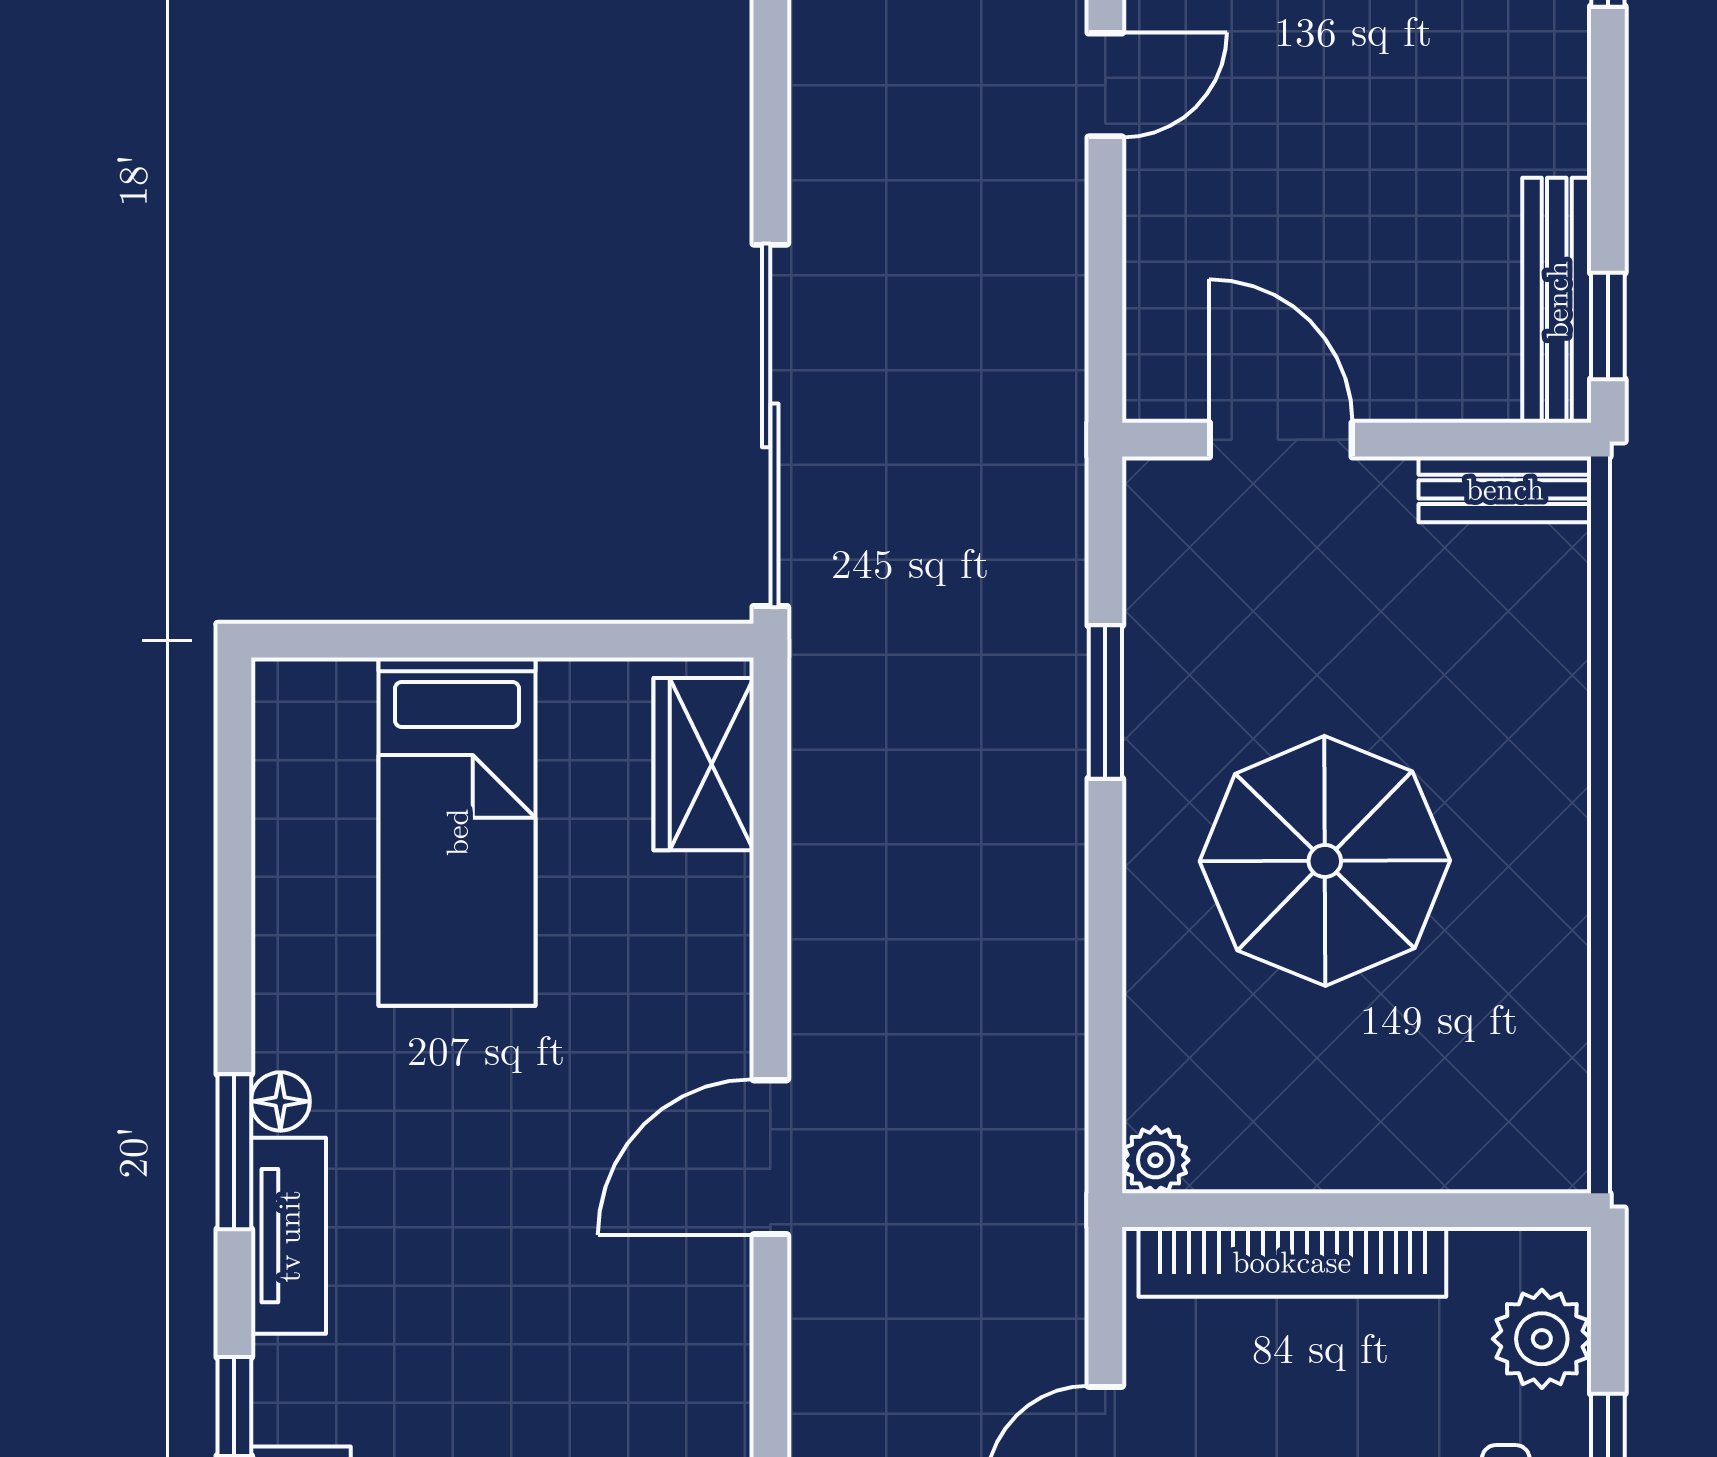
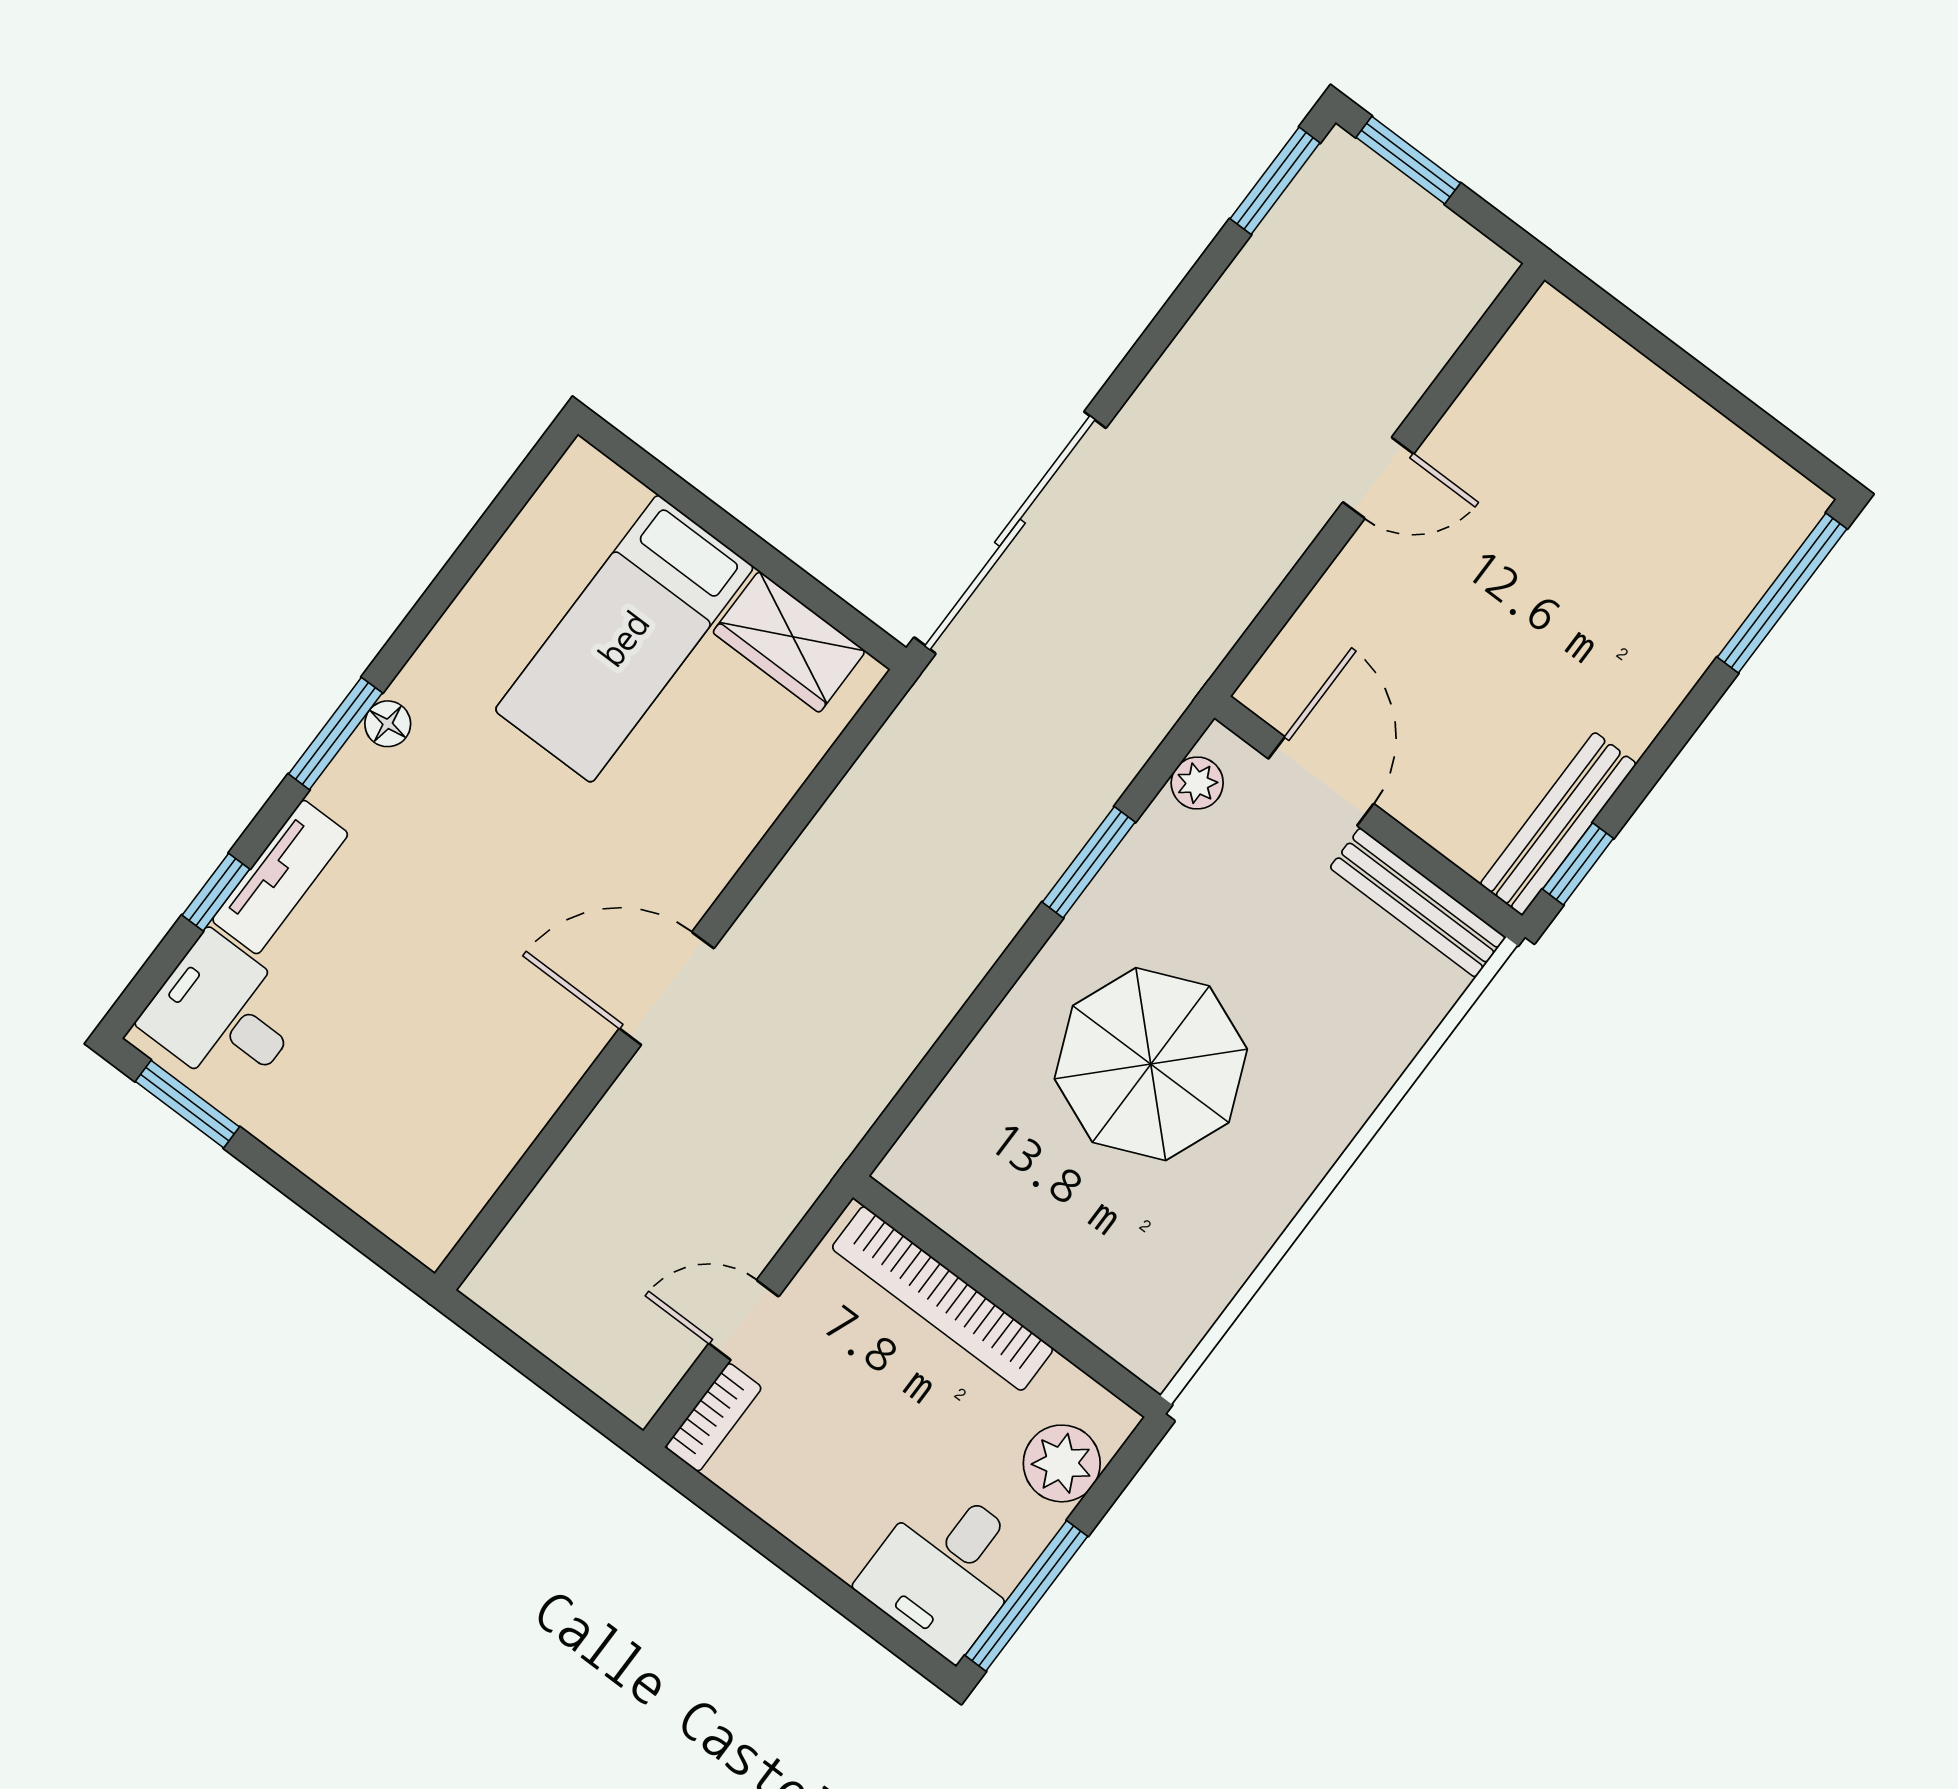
bench: (1505, 489) -> (1418, 903), width x1.36
wardrobe: (704, 764) -> (789, 642), moved, turned -90
plant: (1155, 1160) -> (1197, 783), moved
tv unit: (289, 1236) -> (280, 877), moved

